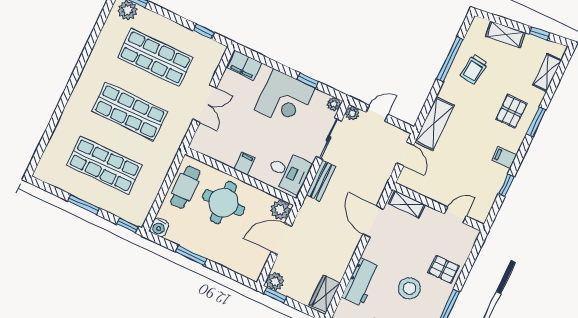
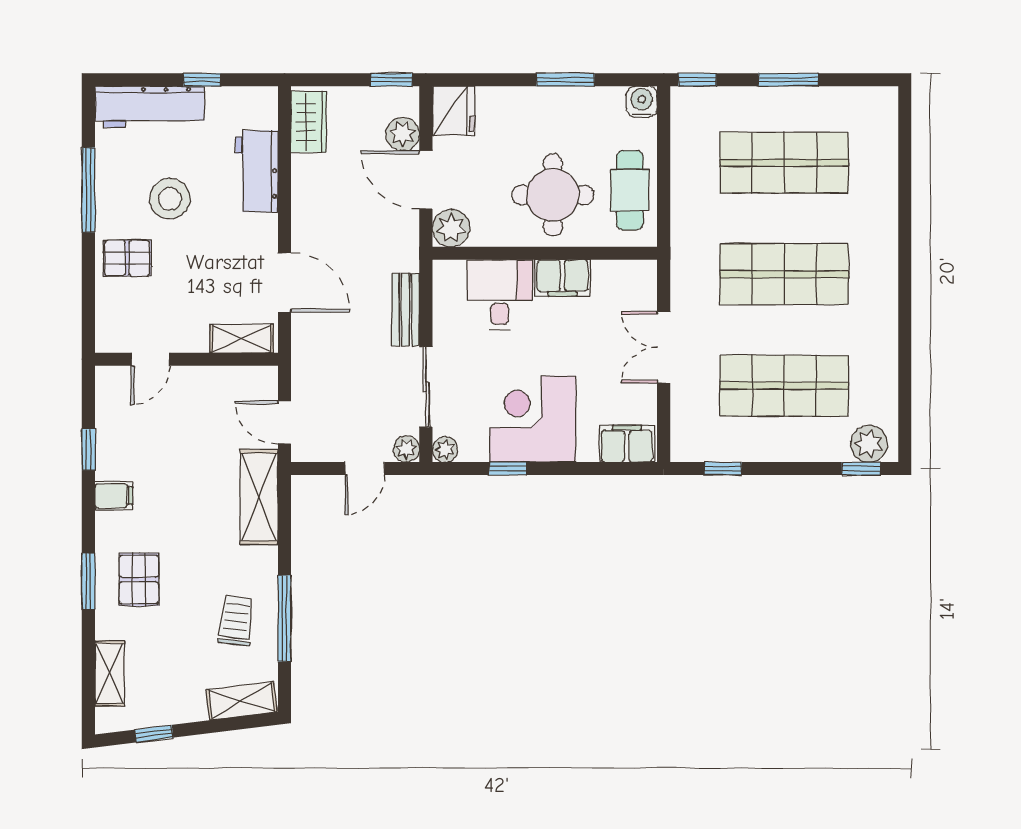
shelving: (505, 34) -> (242, 701), moved
filing cabinet: (244, 163) -> (562, 278), width x2.00
desk: (289, 172) -> (500, 295), moved, turned 90
door: (281, 239) -> (426, 180), swing flipped
fridge: (252, 266) -> (454, 111), added
plant: (275, 281) -> (403, 134), moved

